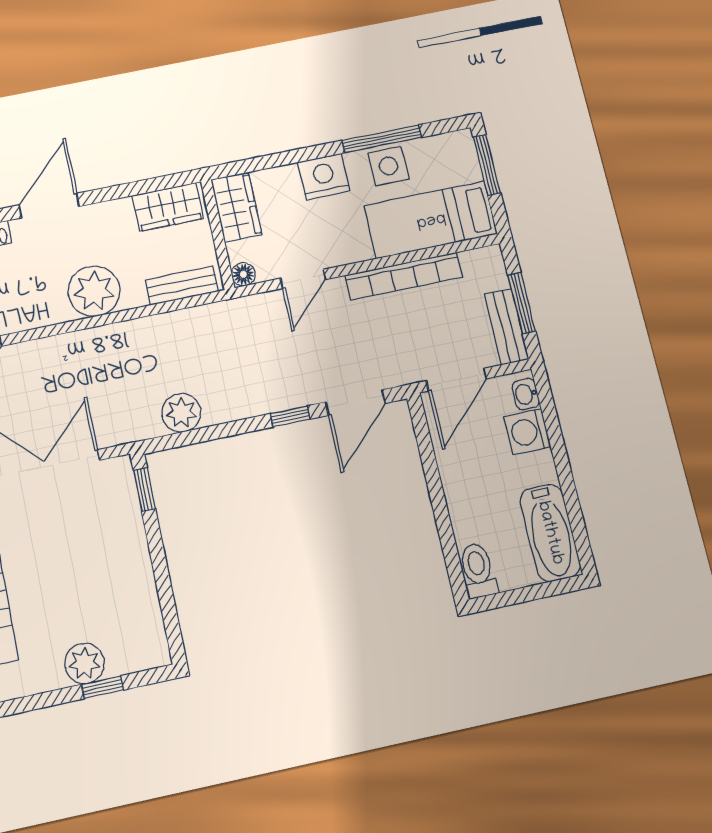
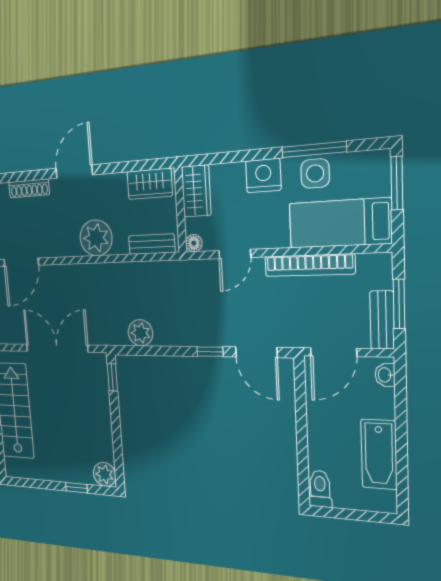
door: (355, 403) -> (256, 352), hinge flipped
washing machine: (527, 432) -> (380, 403), removed
bathtub: (550, 533) -> (379, 454), moved
plant: (85, 663) -> (105, 474), moved

